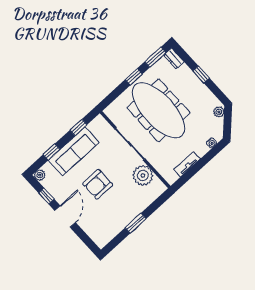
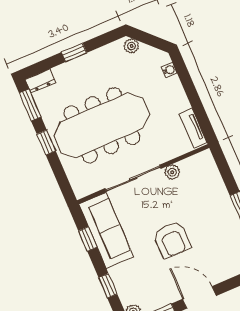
sofa: (74, 151) -> (106, 230), moved
tv unit: (187, 164) -> (193, 128), moved
plant: (143, 175) -> (172, 172), width x0.53, depth x0.53

